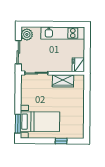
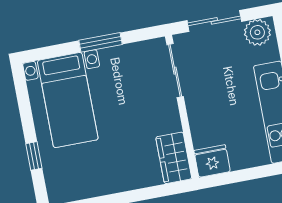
wardrobe: (63, 81) -> (174, 158), moved
window: (18, 124) -> (100, 42), moved

